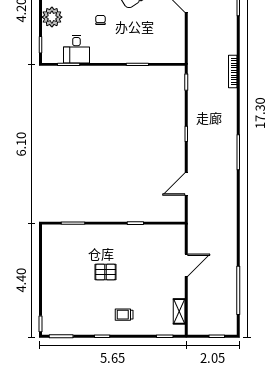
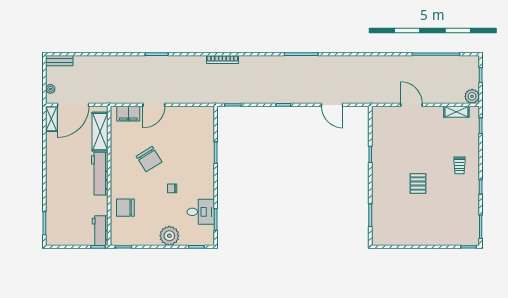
plant: (195, 327) -> (472, 96), added

